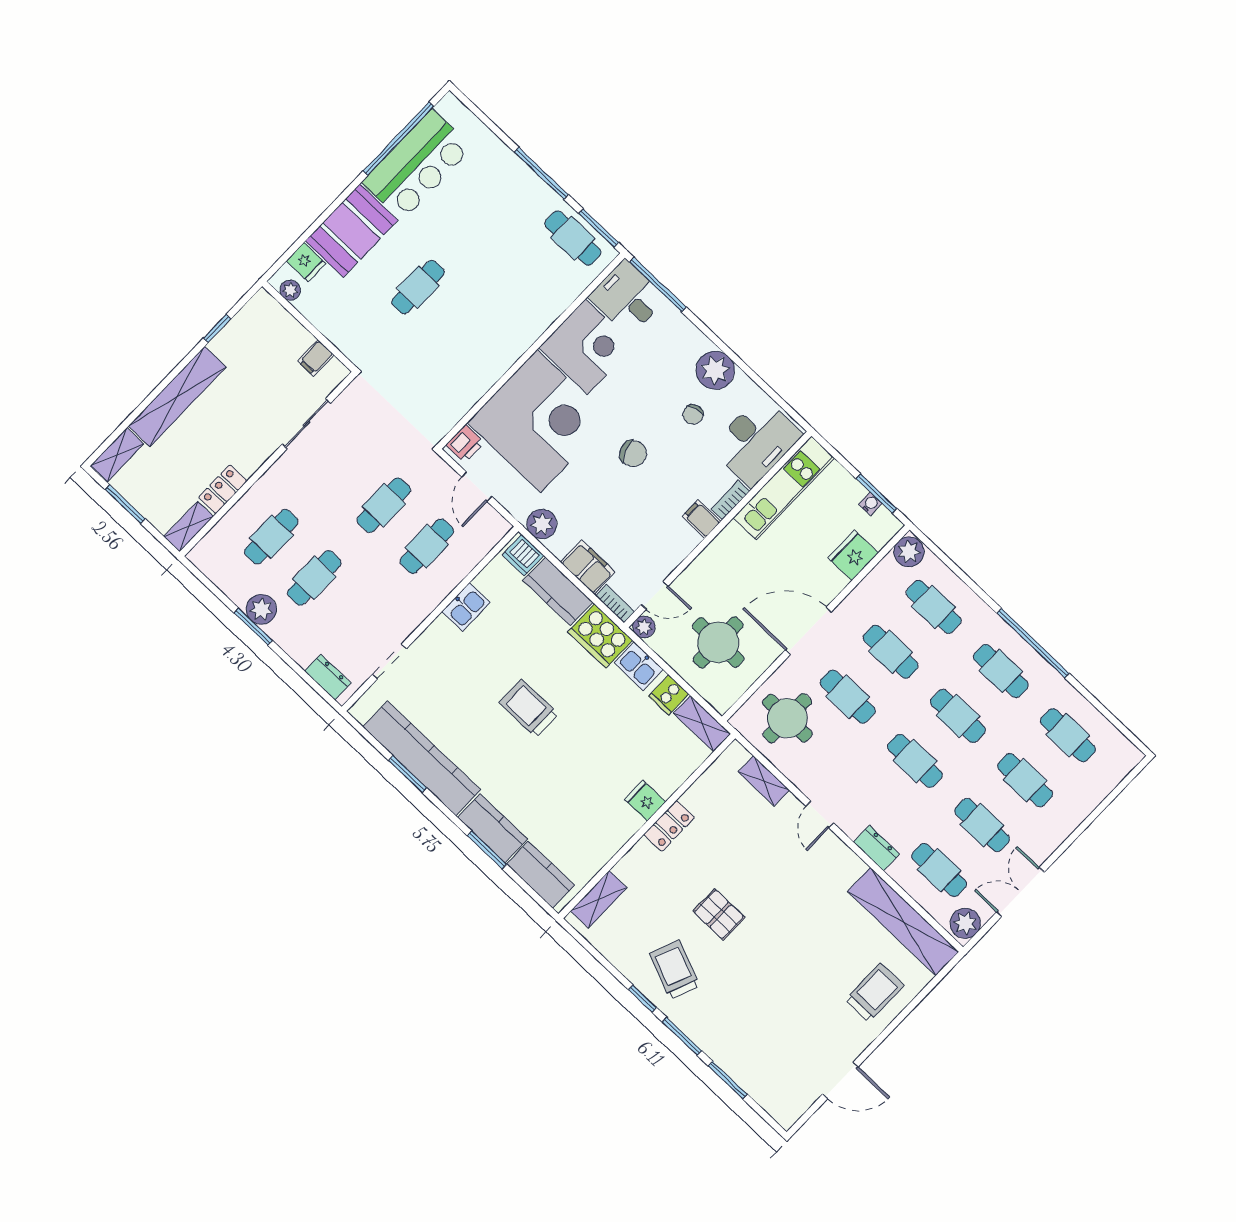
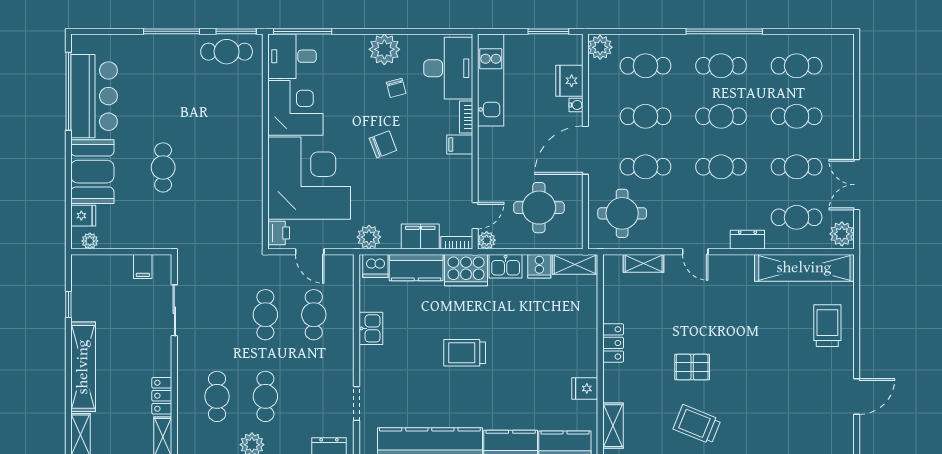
water cooler: (870, 504) -> (576, 105), moved, turned 90
fridge: (645, 801) -> (585, 388), moved

